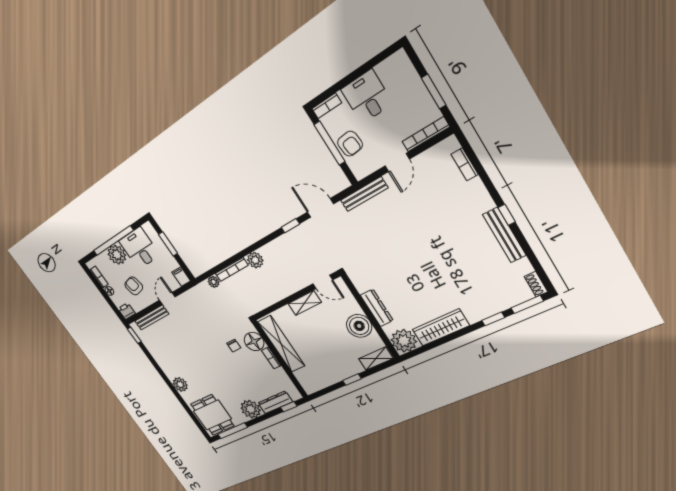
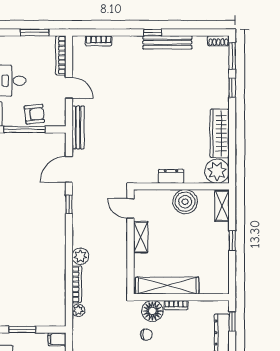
door: (323, 282) -> (131, 208), swing flipped
dresser: (377, 308) -> (171, 176), width x0.70

